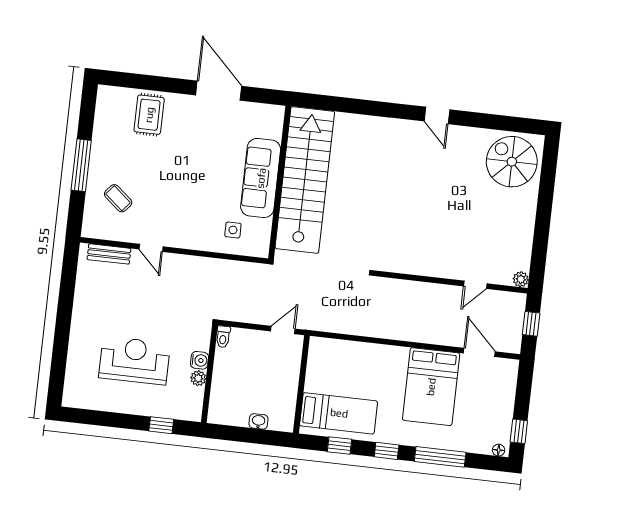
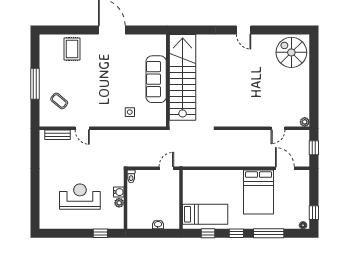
sofa: (261, 178) -> (156, 79), moved
stairs: (305, 180) -> (183, 77), moved
wall: (280, 182) -> (168, 81), moved

